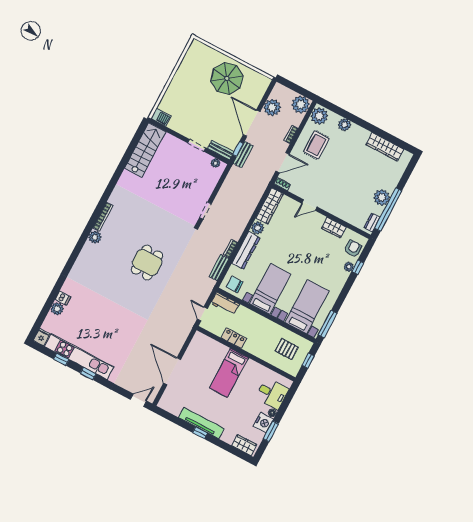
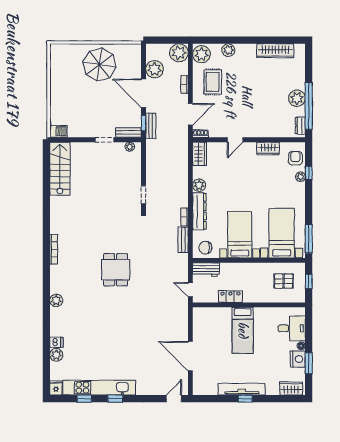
wardrobe: (270, 206) -> (200, 154), width x0.67
plant: (95, 237) -> (56, 300), moved

